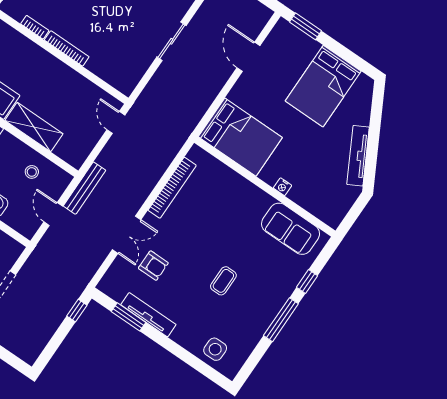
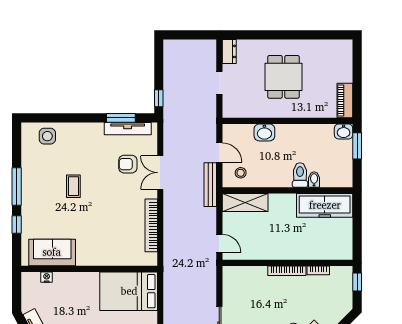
shelving: (34, 127) -> (245, 202), moved
stool: (32, 172) -> (241, 173), moved
nightstand: (282, 187) -> (47, 277), moved
tv unit: (148, 315) -> (128, 129), moved

